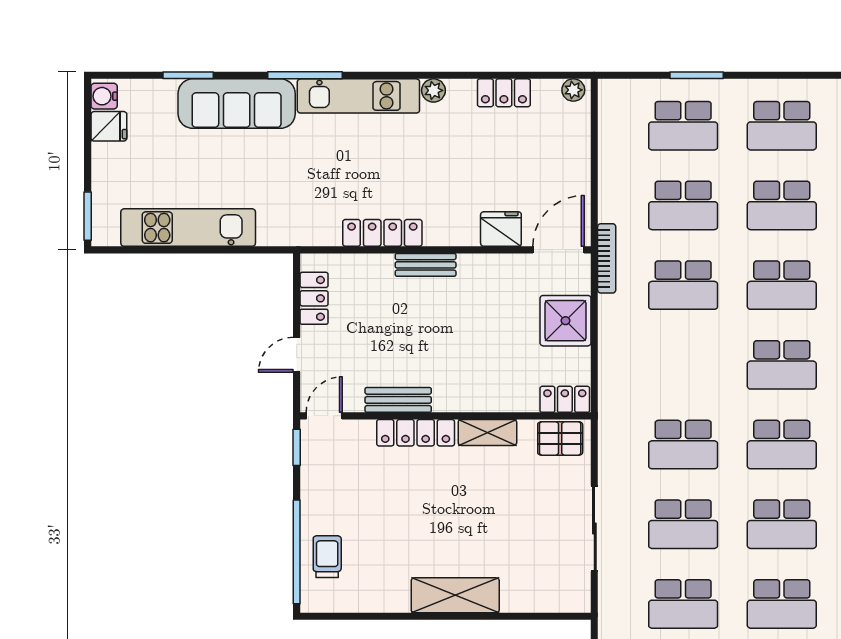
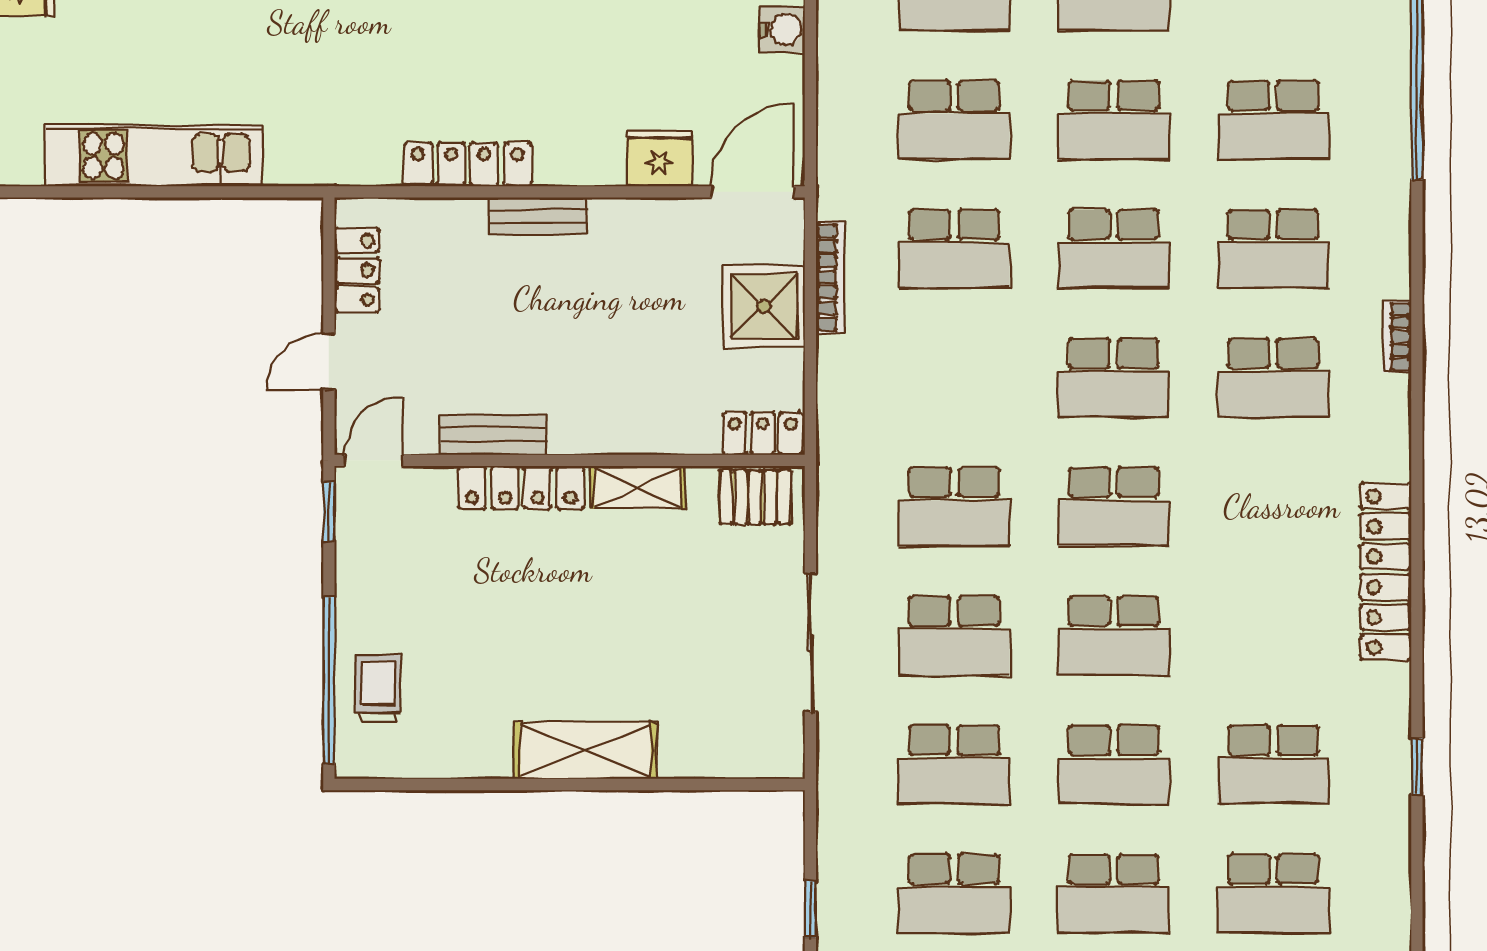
water cooler: (577, 150) -> (782, 30), added
bookcase: (607, 258) -> (830, 277), moved

